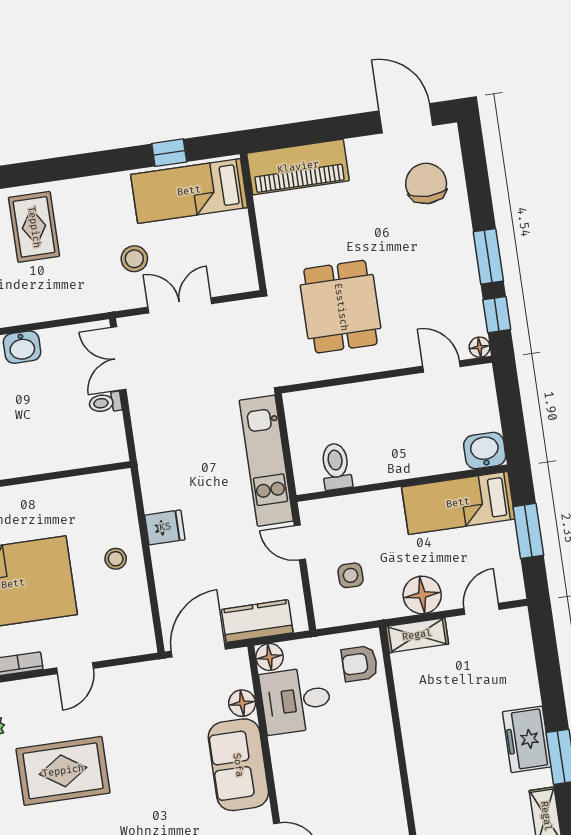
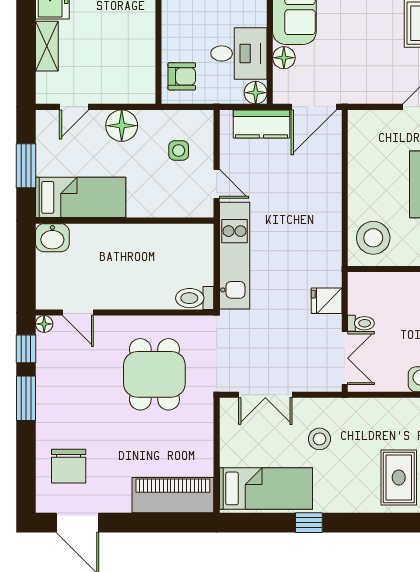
window: (169, 153) -> (309, 523), moved
double door: (180, 305) -> (265, 395), moved
toilet: (336, 466) -> (195, 298), moved, turned 90
fridge: (165, 527) -> (327, 301), moved
stool: (116, 559) -> (373, 238), moved, width x1.89, depth x1.89
shelving: (417, 635) -> (47, 46), moved, turned 90

